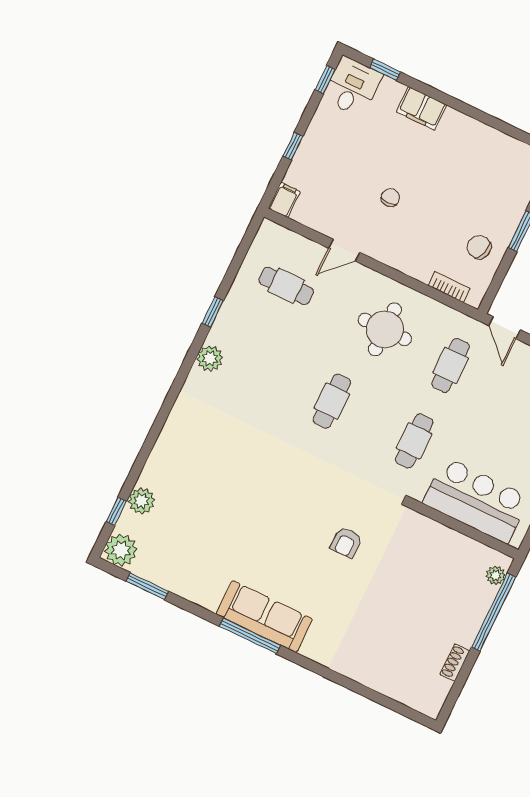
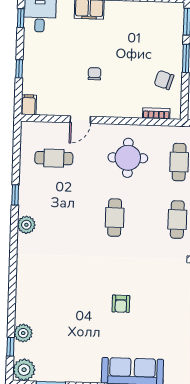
armchair: (346, 542) -> (121, 304), moved

